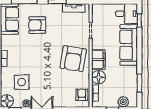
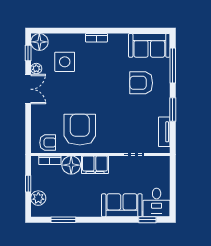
armchair: (37, 25) -> (141, 83), turned -90
sofa: (129, 45) -> (122, 205), width x0.73
armchair: (73, 59) -> (80, 130), moved, turned 81

